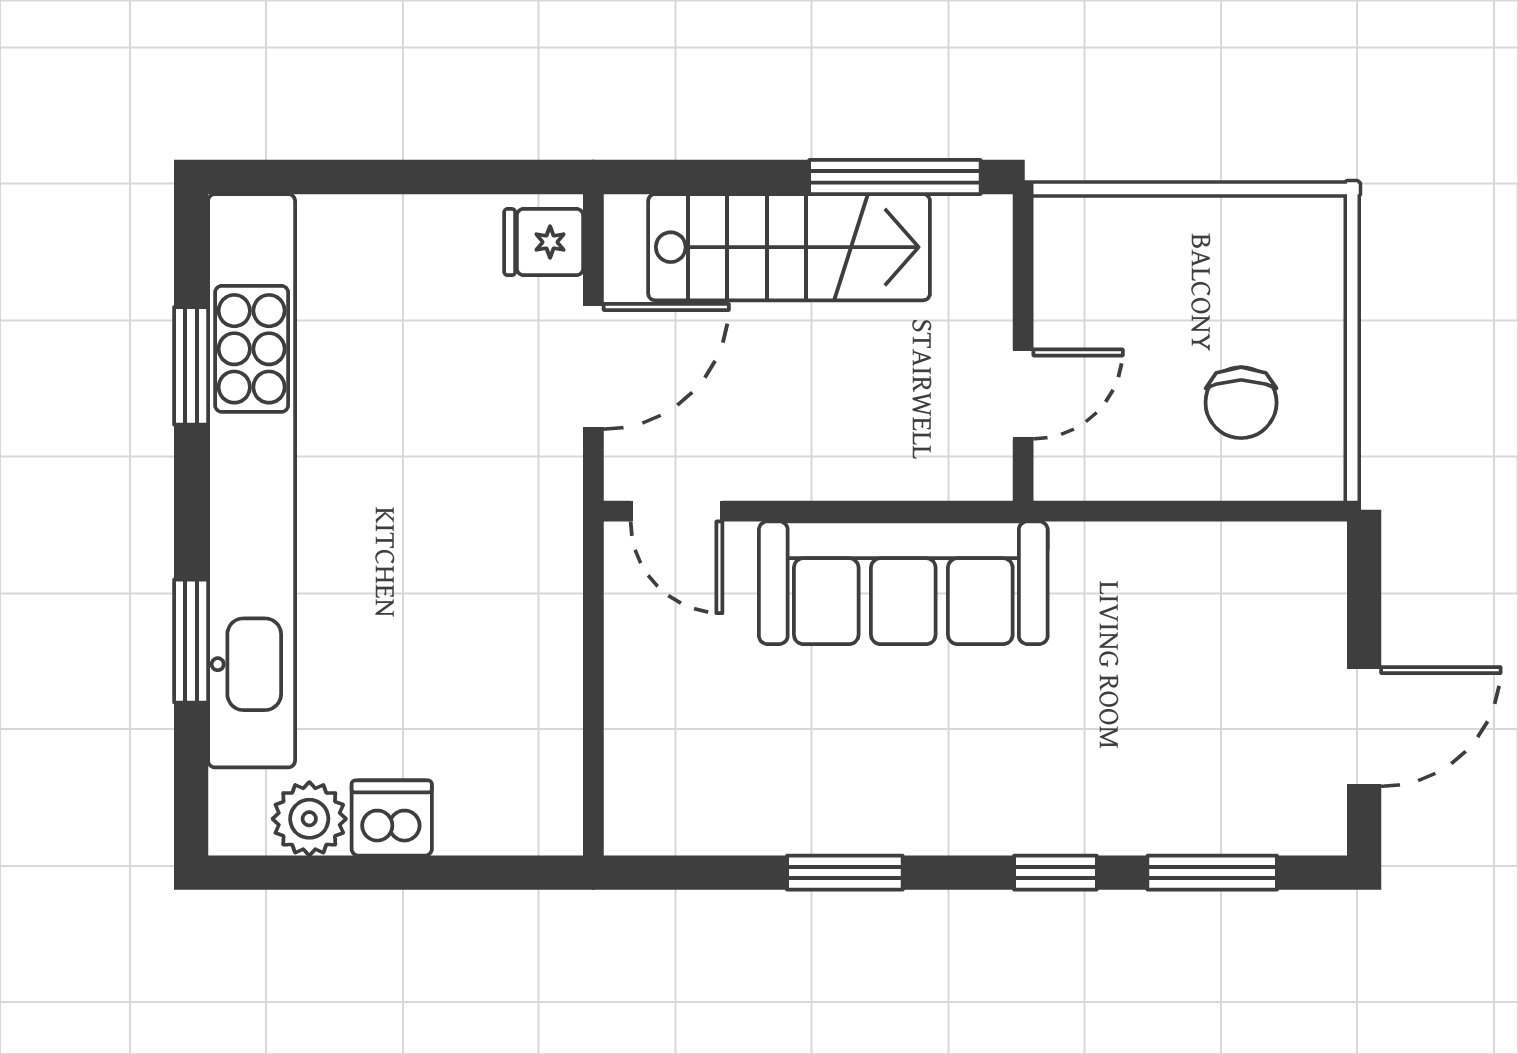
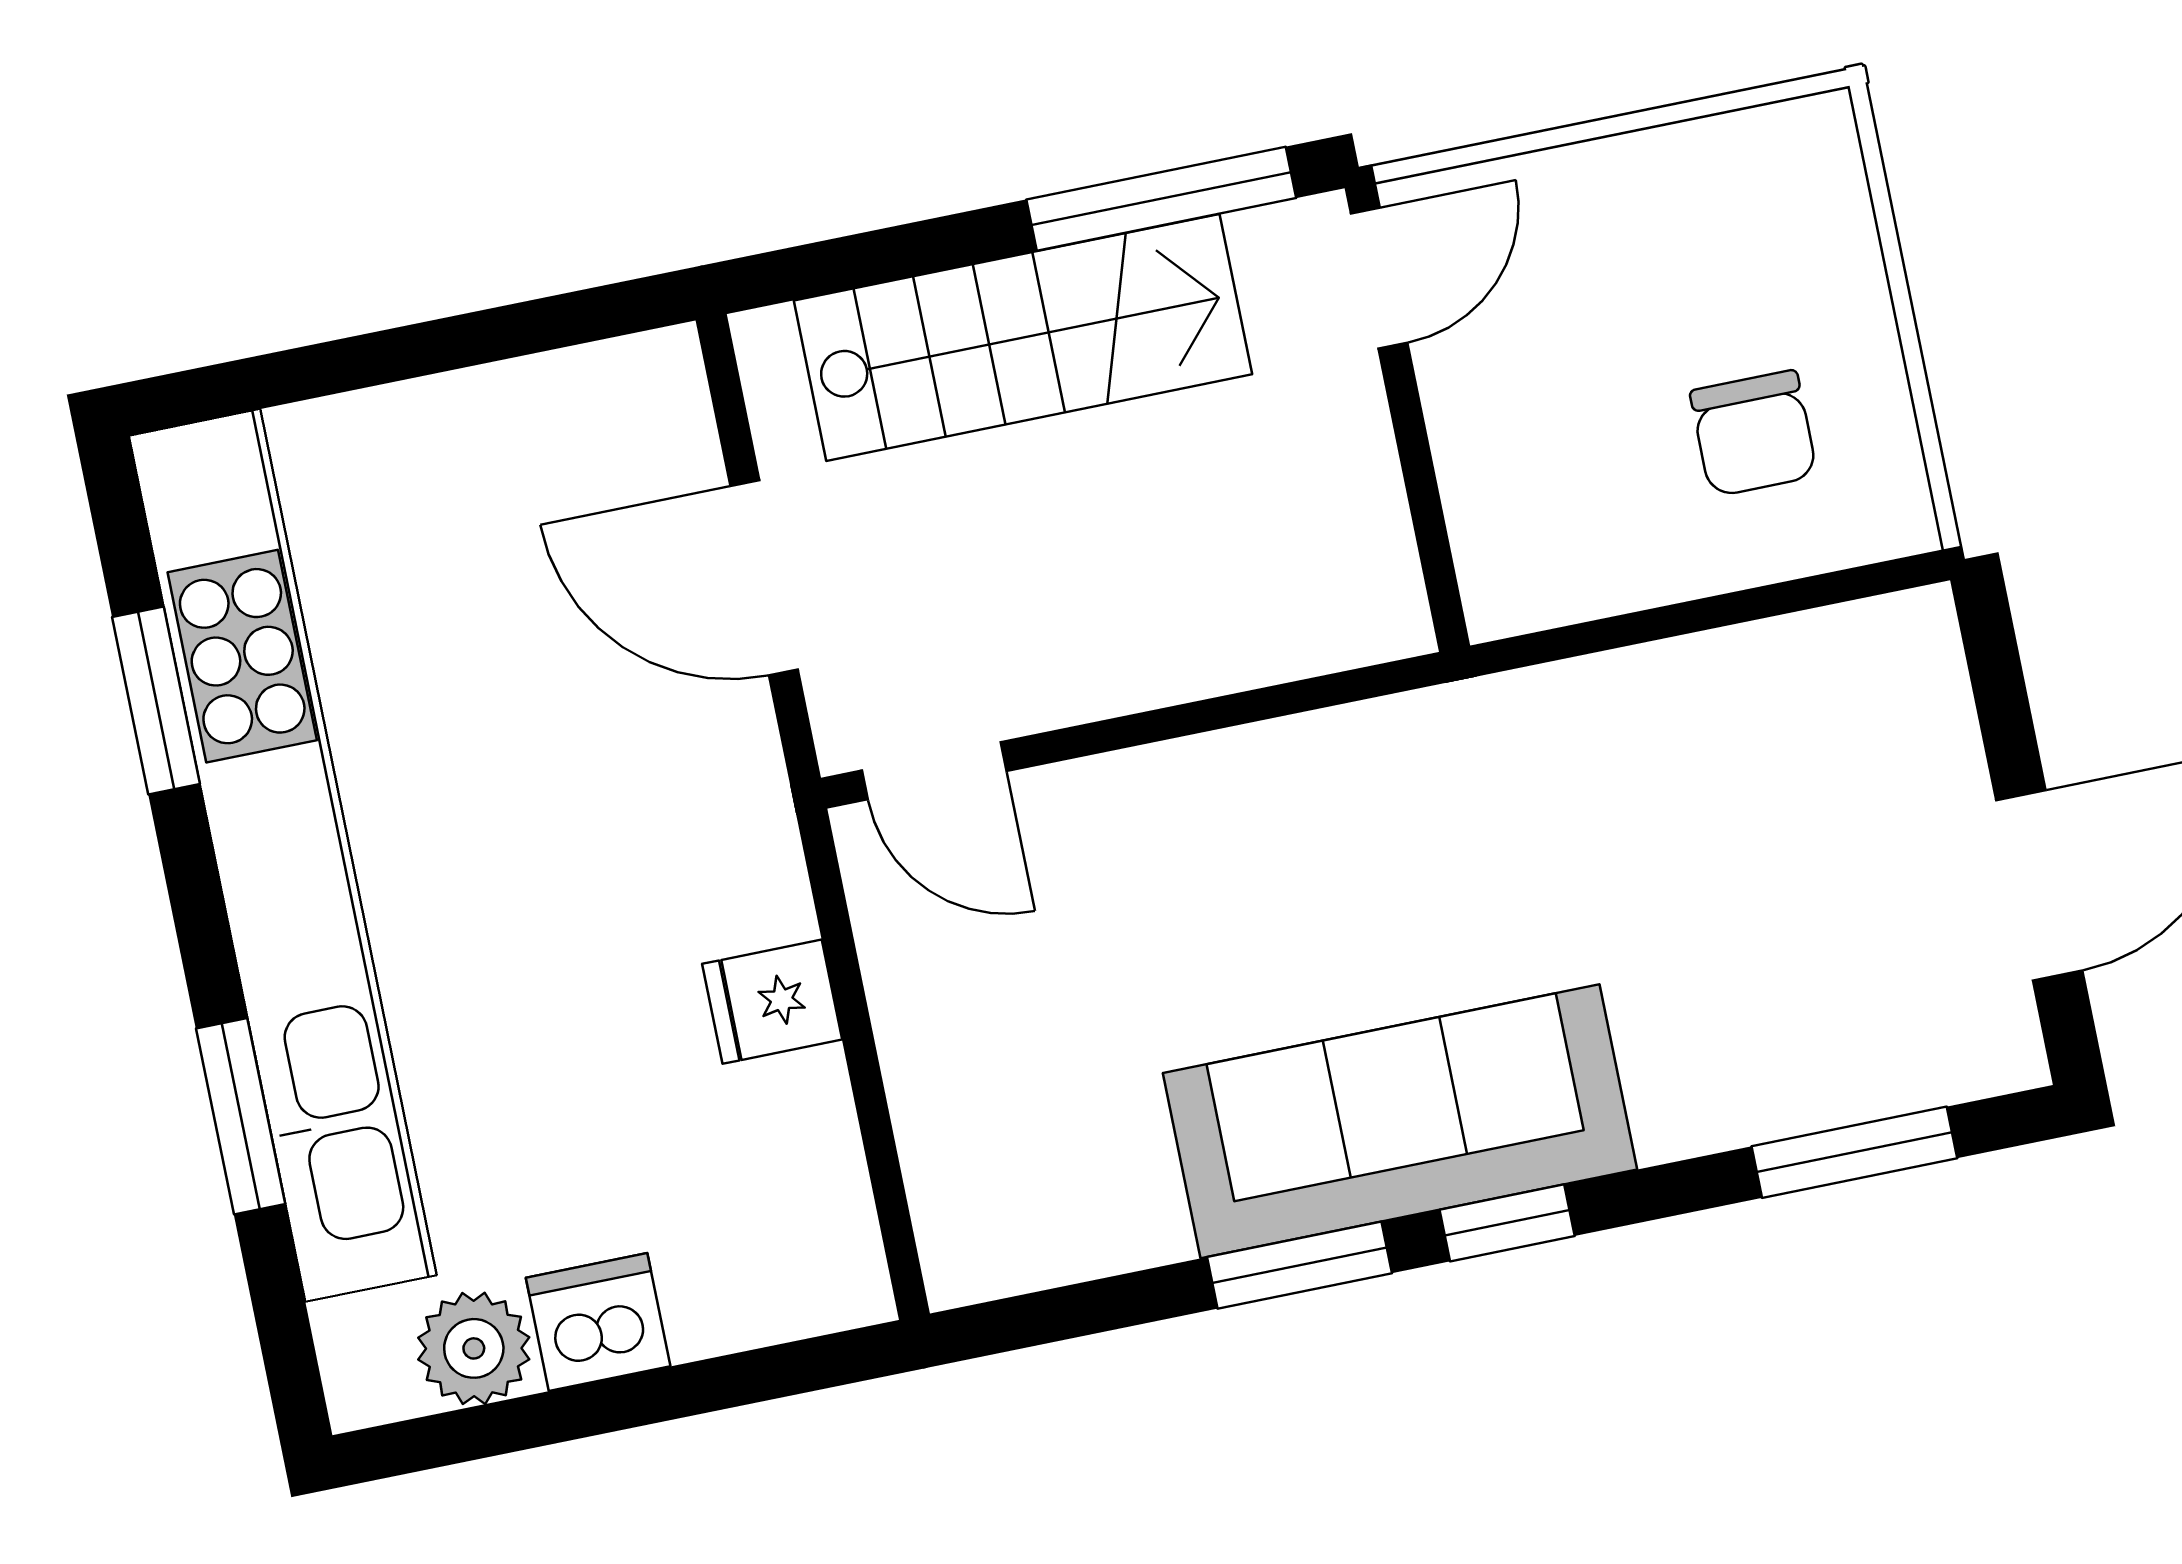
fridge: (544, 242) -> (772, 1002), moved
door: (593, 367) -> (764, 578), swing flipped
door: (1023, 394) -> (1379, 278), moved
sofa: (903, 583) -> (1400, 1121), moved, turned 180
window: (1055, 873) -> (1507, 1223), moved

